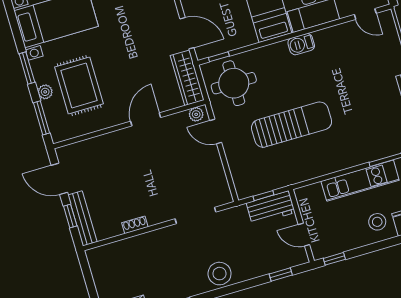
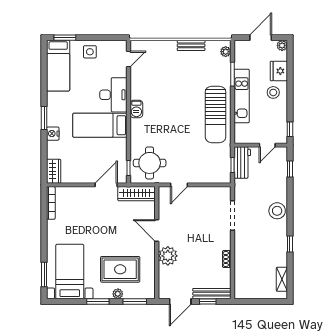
plant: (196, 114) -> (168, 256), moved, width x1.88, depth x1.88
sun lounger: (292, 125) -> (216, 114), moved, turned 180

